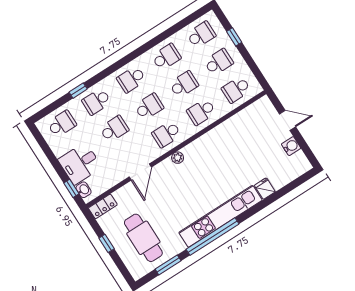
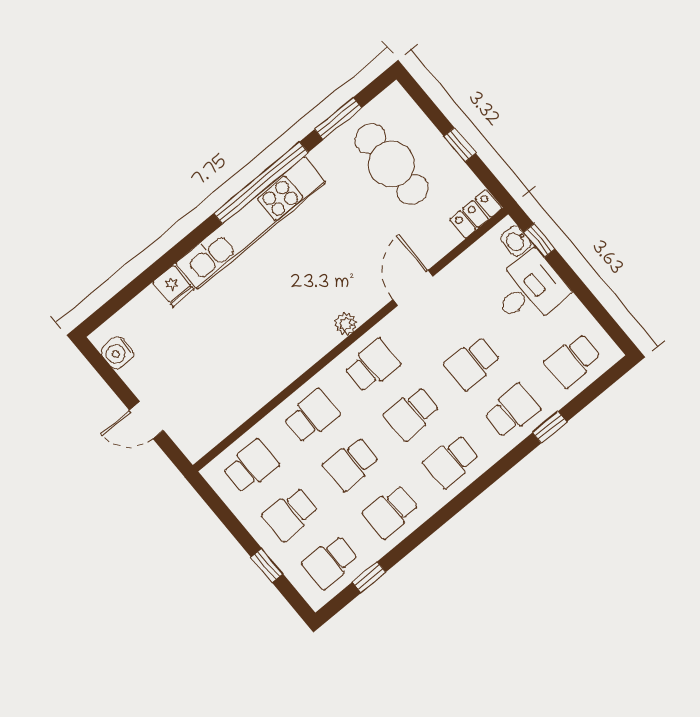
window: (182, 24) -> (369, 577), added
school desk: (131, 79) -> (451, 461), turned 180
water cooler: (291, 146) -> (117, 353), moved

